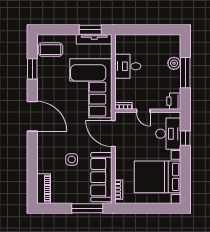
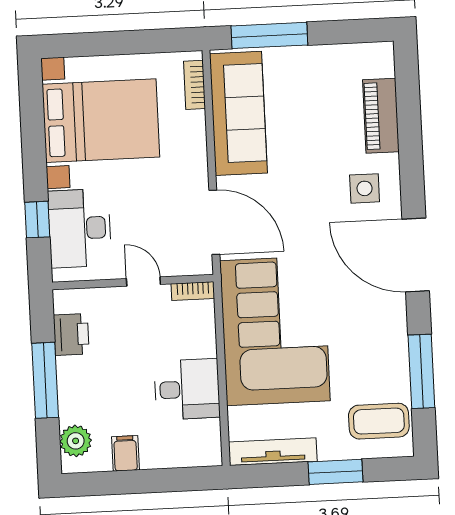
window: (90, 30) -> (336, 472), moved
filing cabinet: (154, 41) -> (125, 453), added
plant: (174, 63) -> (76, 441), moved
window: (32, 69) -> (421, 371), width x1.44
printer: (174, 101) -> (71, 334), moved
side table: (72, 160) -> (365, 188), moved
piano: (44, 189) -> (381, 116), moved

